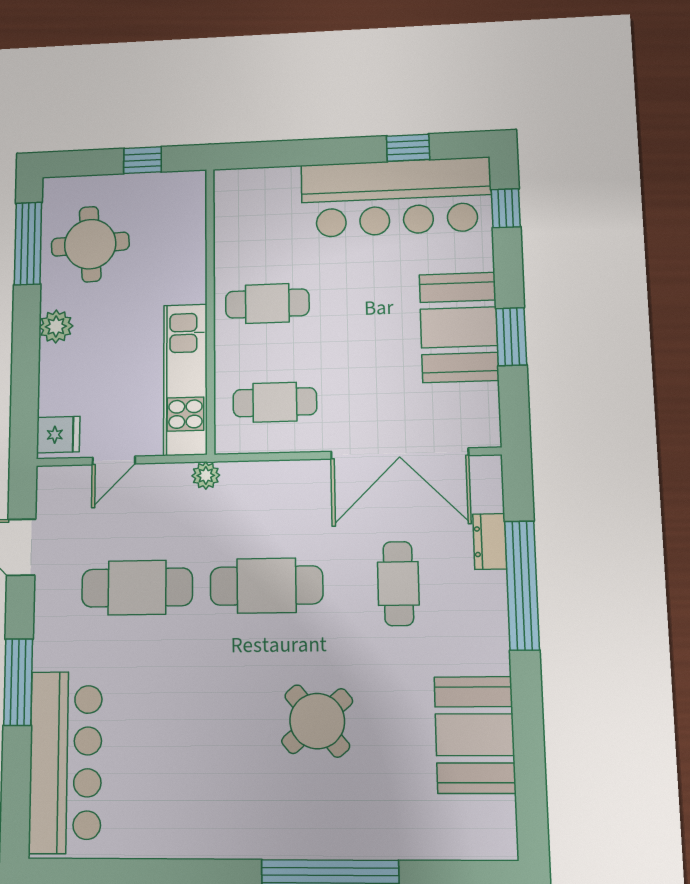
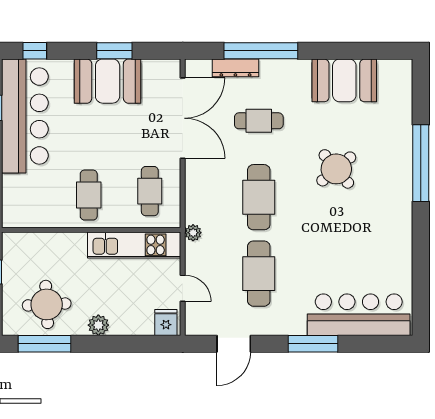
dresser: (490, 542) -> (235, 68), width x1.44

